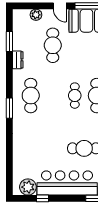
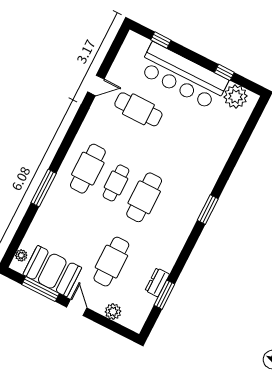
dresser: (18, 60) -> (157, 282), moved
cafe table: (31, 96) -> (144, 197), moved

